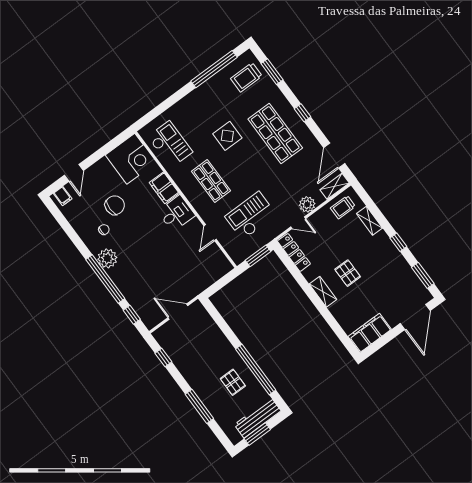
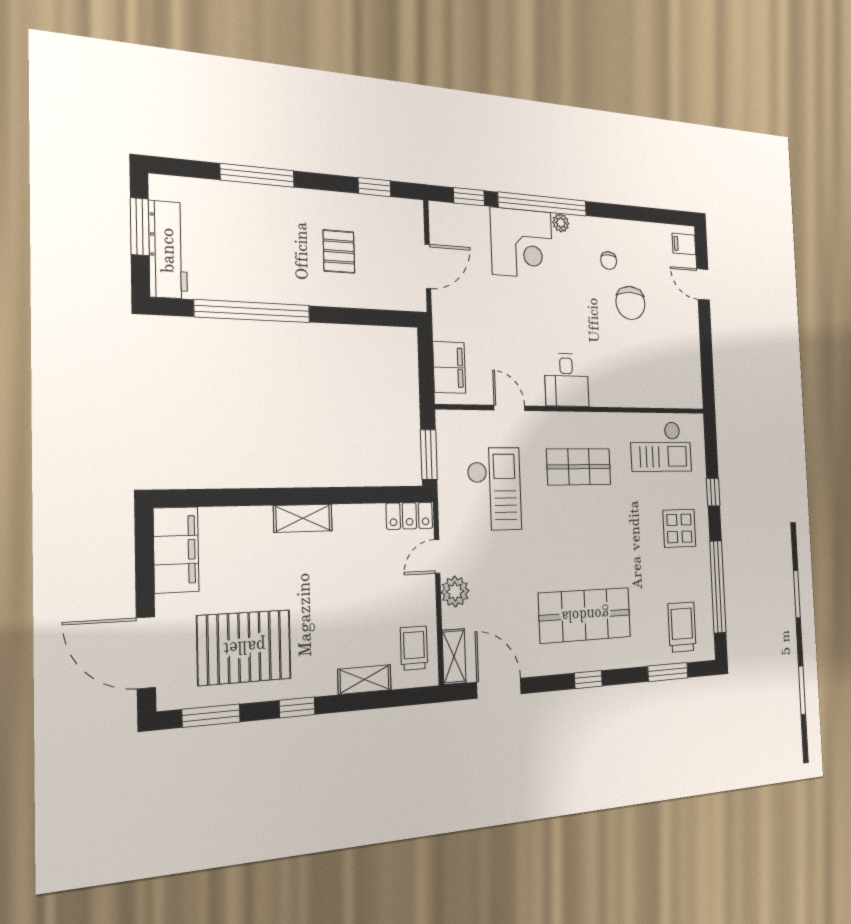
window: (171, 101) -> (713, 492), added
display table: (227, 136) -> (679, 528), moved
corner desk: (131, 159) -> (522, 243), moved, turned -90
filing cabinet: (164, 188) -> (449, 367), moved, turned 90
locker: (294, 252) -> (409, 516), width x0.66
plant: (107, 258) -> (561, 223), width x0.53, depth x0.53
pallet: (348, 273) -> (244, 647), moved, width x2.05, depth x2.00
pallet: (233, 382) -> (339, 252), moved, turned 90

